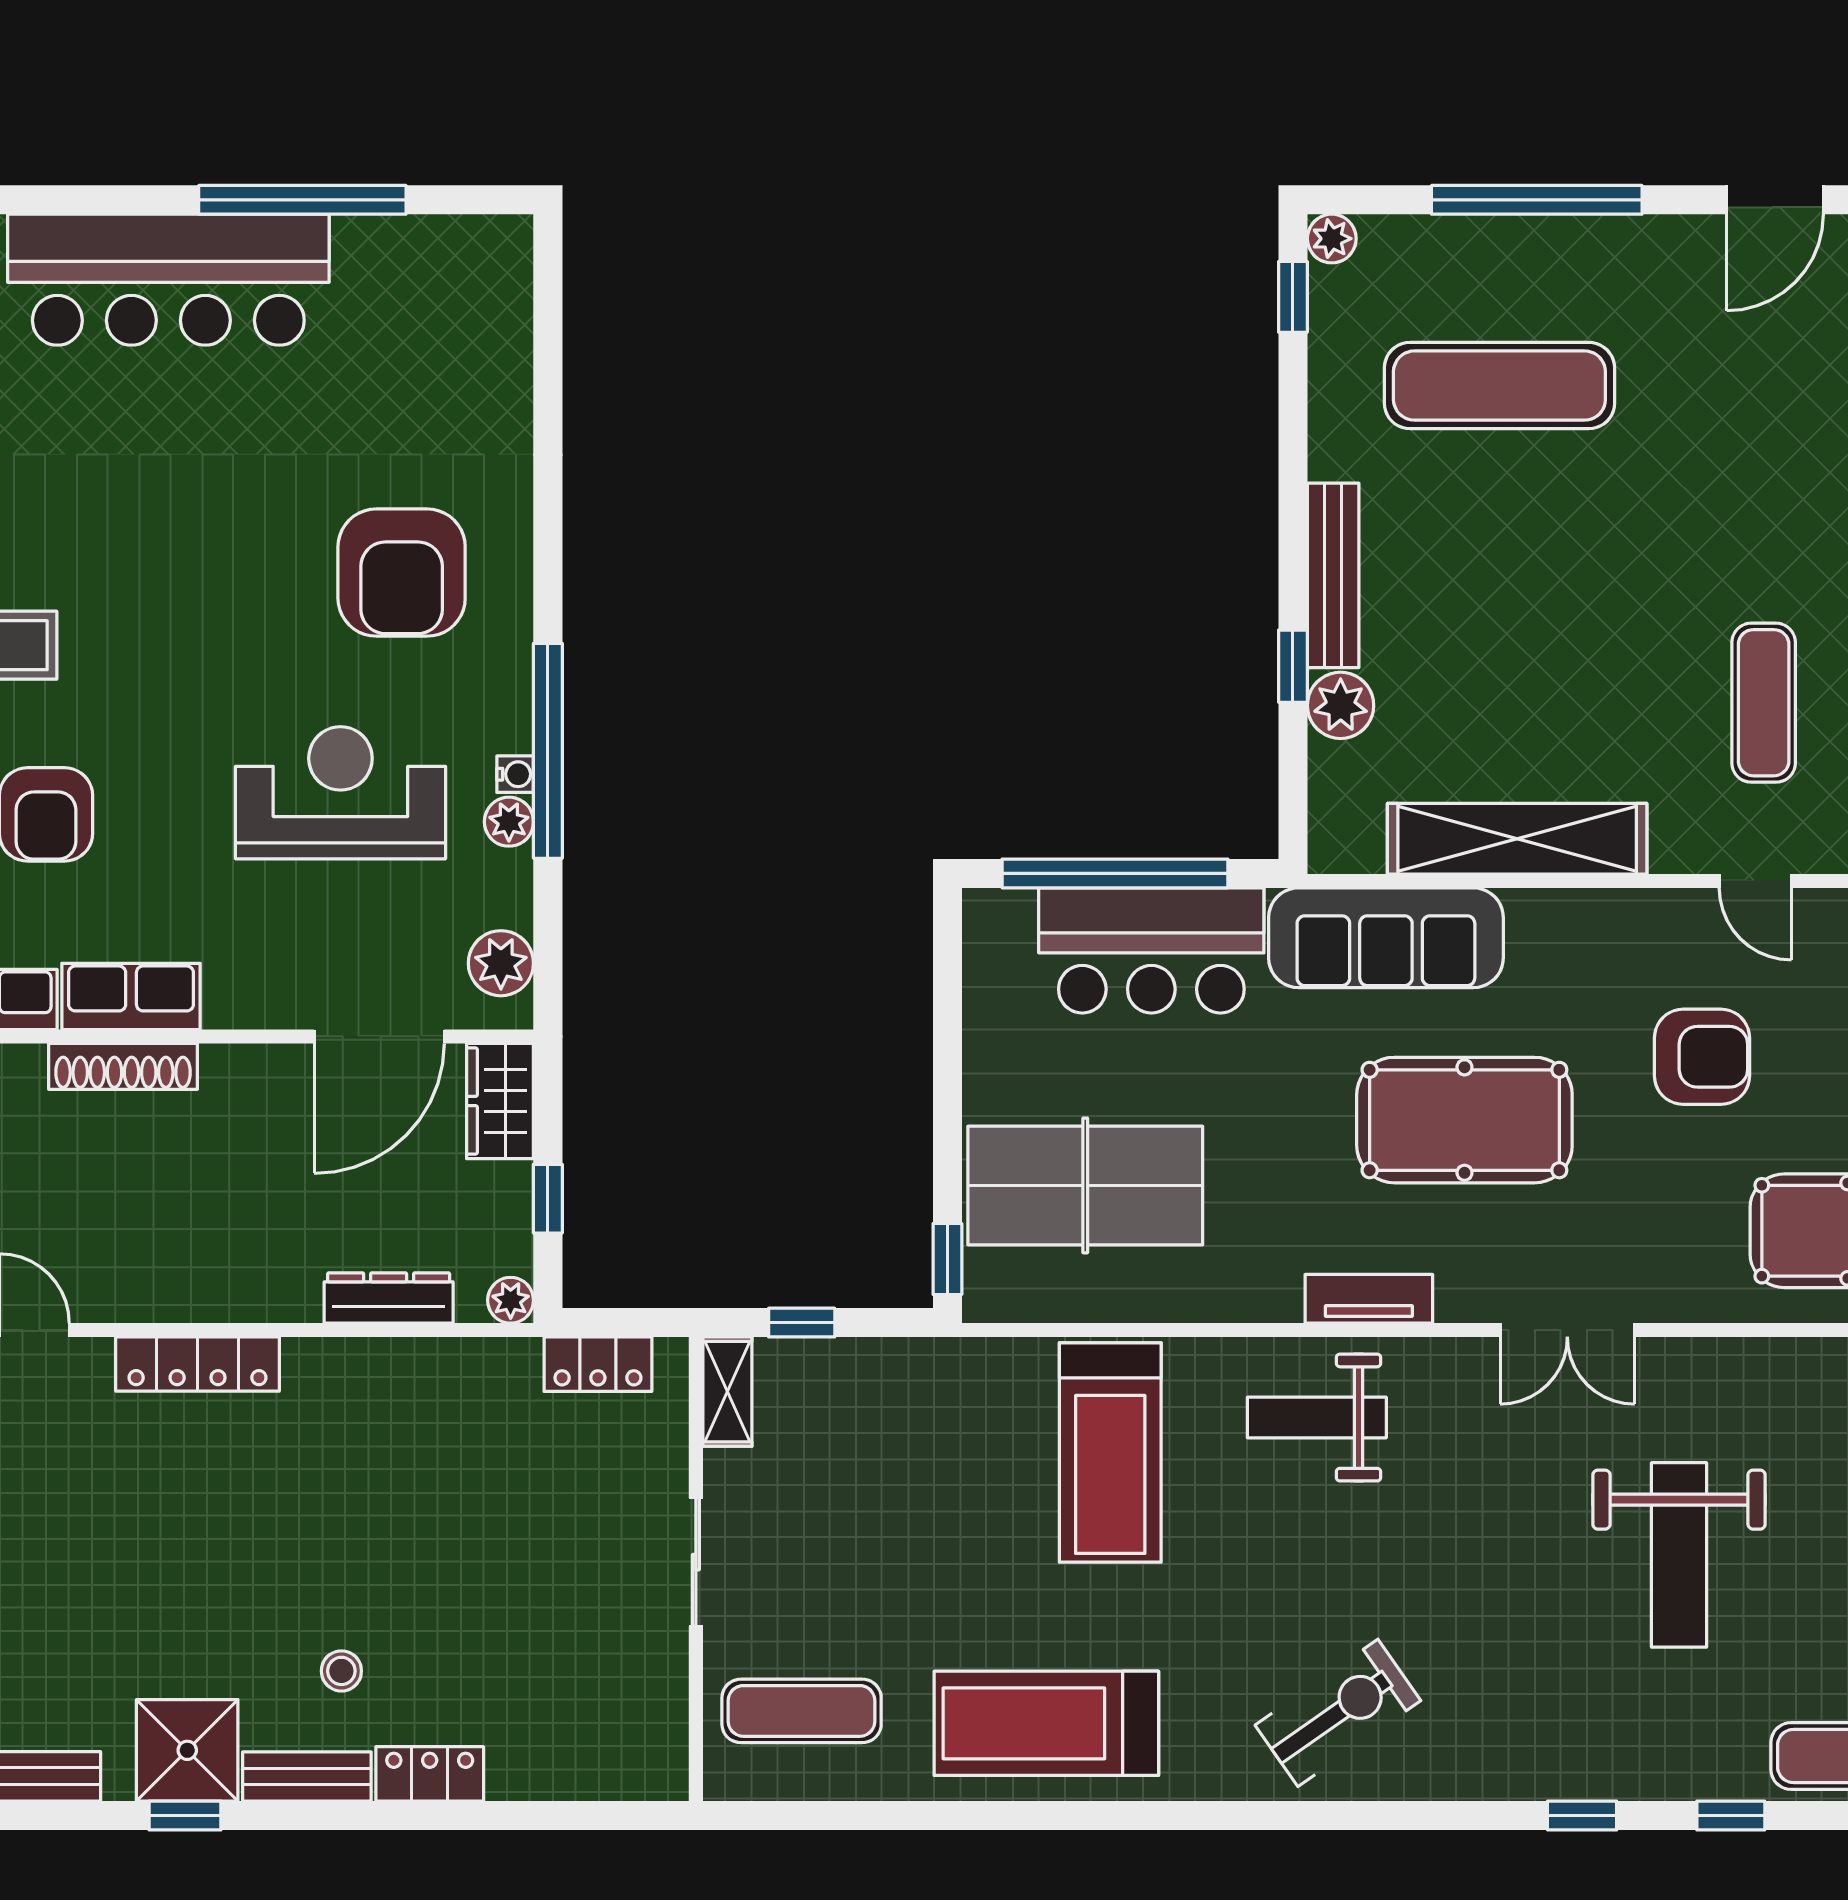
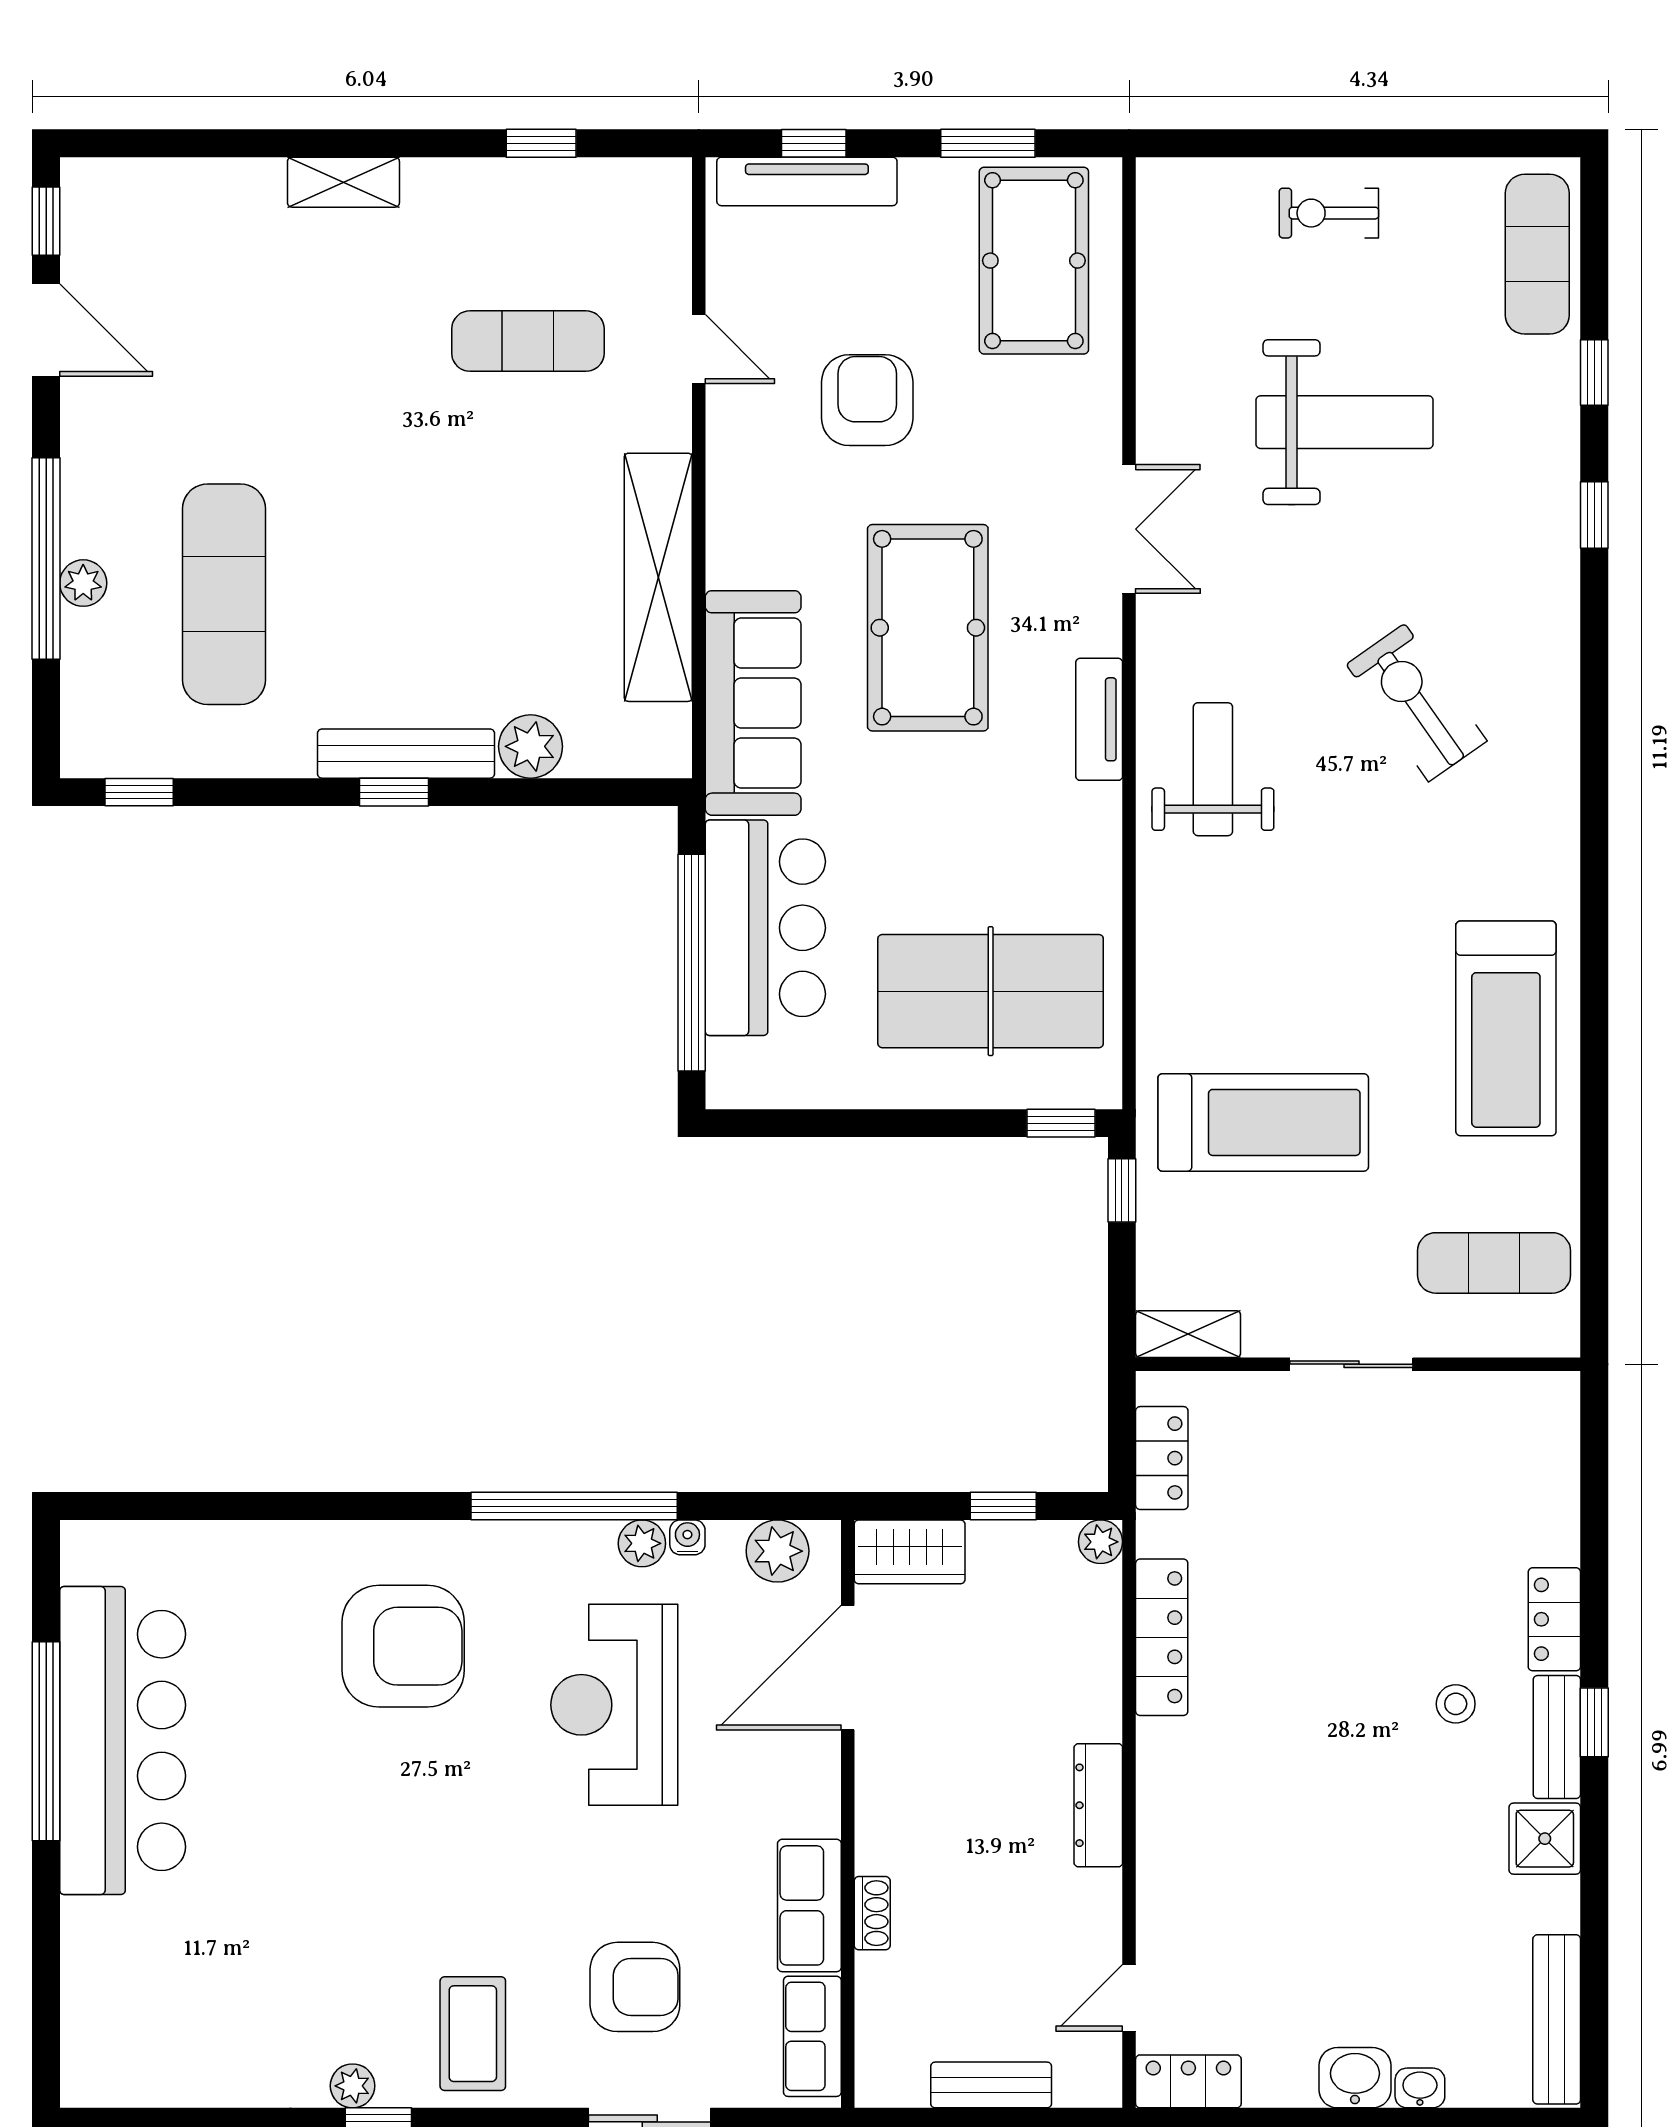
plant: (1332, 239) -> (83, 583), moved
bar counter: (168, 280) -> (123, 1740), moved
window: (1293, 666) -> (394, 792), moved
water cooler: (515, 774) -> (687, 1537), moved
door: (1755, 881) -> (699, 349), hinge flipped
door: (379, 1036) -> (848, 1668), swing flipped
shoe rack: (123, 1066) -> (872, 1913), width x0.51, depth x0.81
table tennis table: (1085, 1185) -> (991, 991), turned 90
dresser: (389, 1298) -> (1098, 1805), moved
window: (802, 1323) -> (1122, 1190), moved
locker: (198, 1364) -> (1162, 1637), moved
weight bench: (1317, 1418) -> (1213, 769), turned 180
treadmill: (1110, 1452) -> (1263, 1122), moved
exercise mat: (802, 1711) -> (1494, 1263), turned 90
exercise bike: (1338, 1713) -> (1417, 703), moved
shower: (187, 1750) -> (1545, 1839), width x0.73, depth x0.73
window: (185, 1815) -> (1594, 1722), moved

